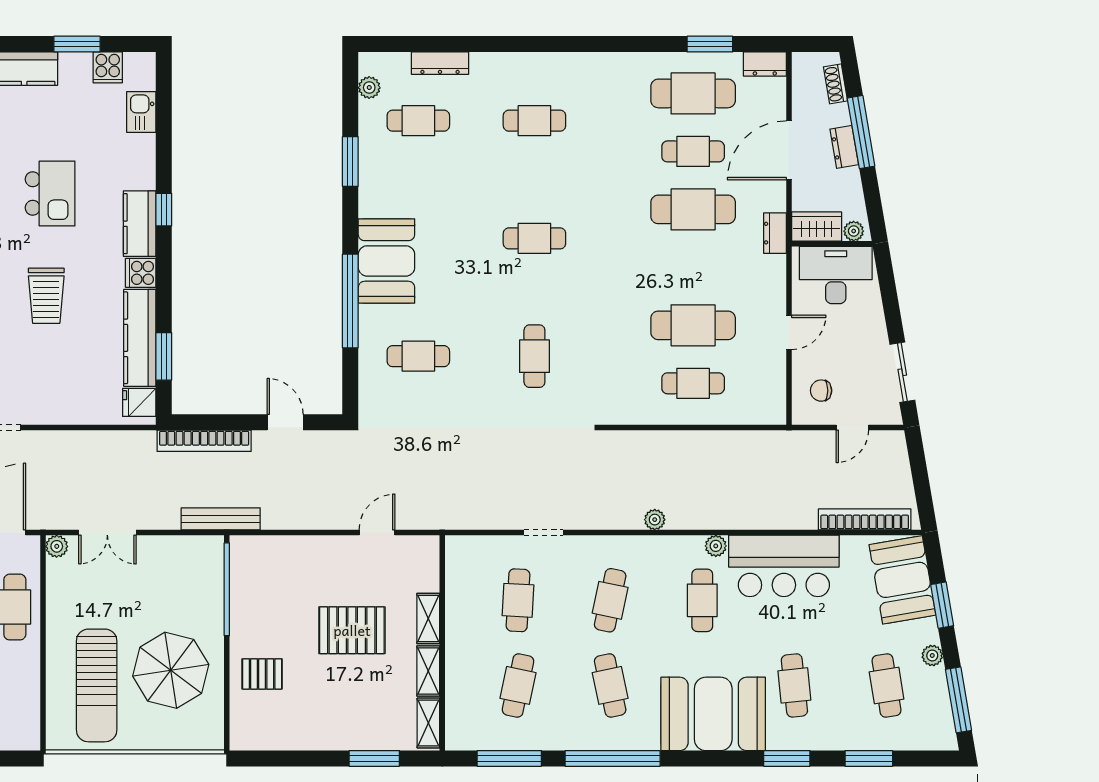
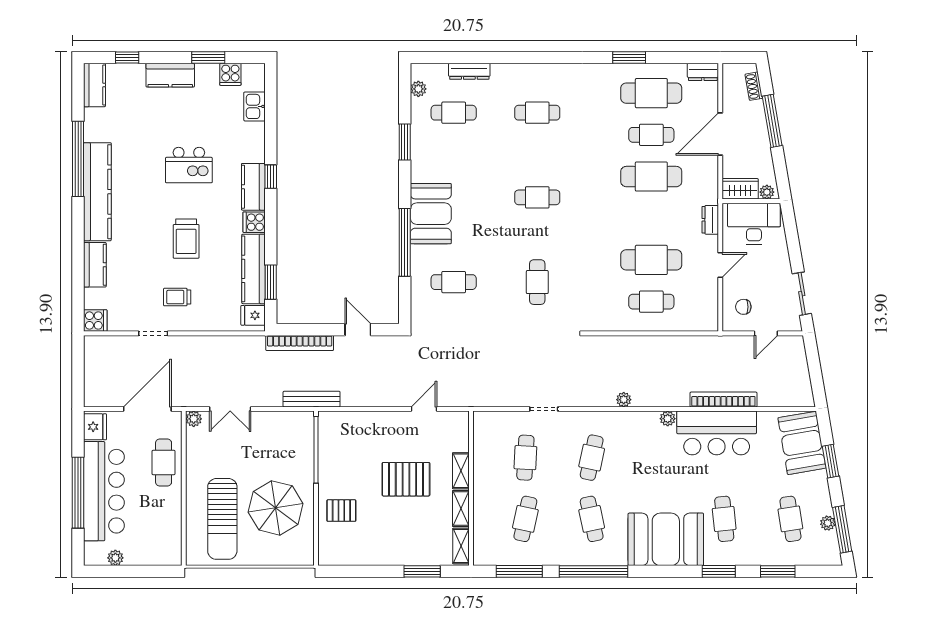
window: (710, 44) -> (629, 58), moved
dresser: (844, 147) -> (760, 132), removed
kitchen island: (50, 193) -> (189, 165), turned 90
dresser: (775, 233) -> (710, 220), moved
trolley: (34, 377) -> (177, 297), added
bookcase: (865, 519) -> (723, 399), moved
cafe table: (702, 600) -> (658, 458), removed
plant: (932, 655) -> (828, 523), moved

